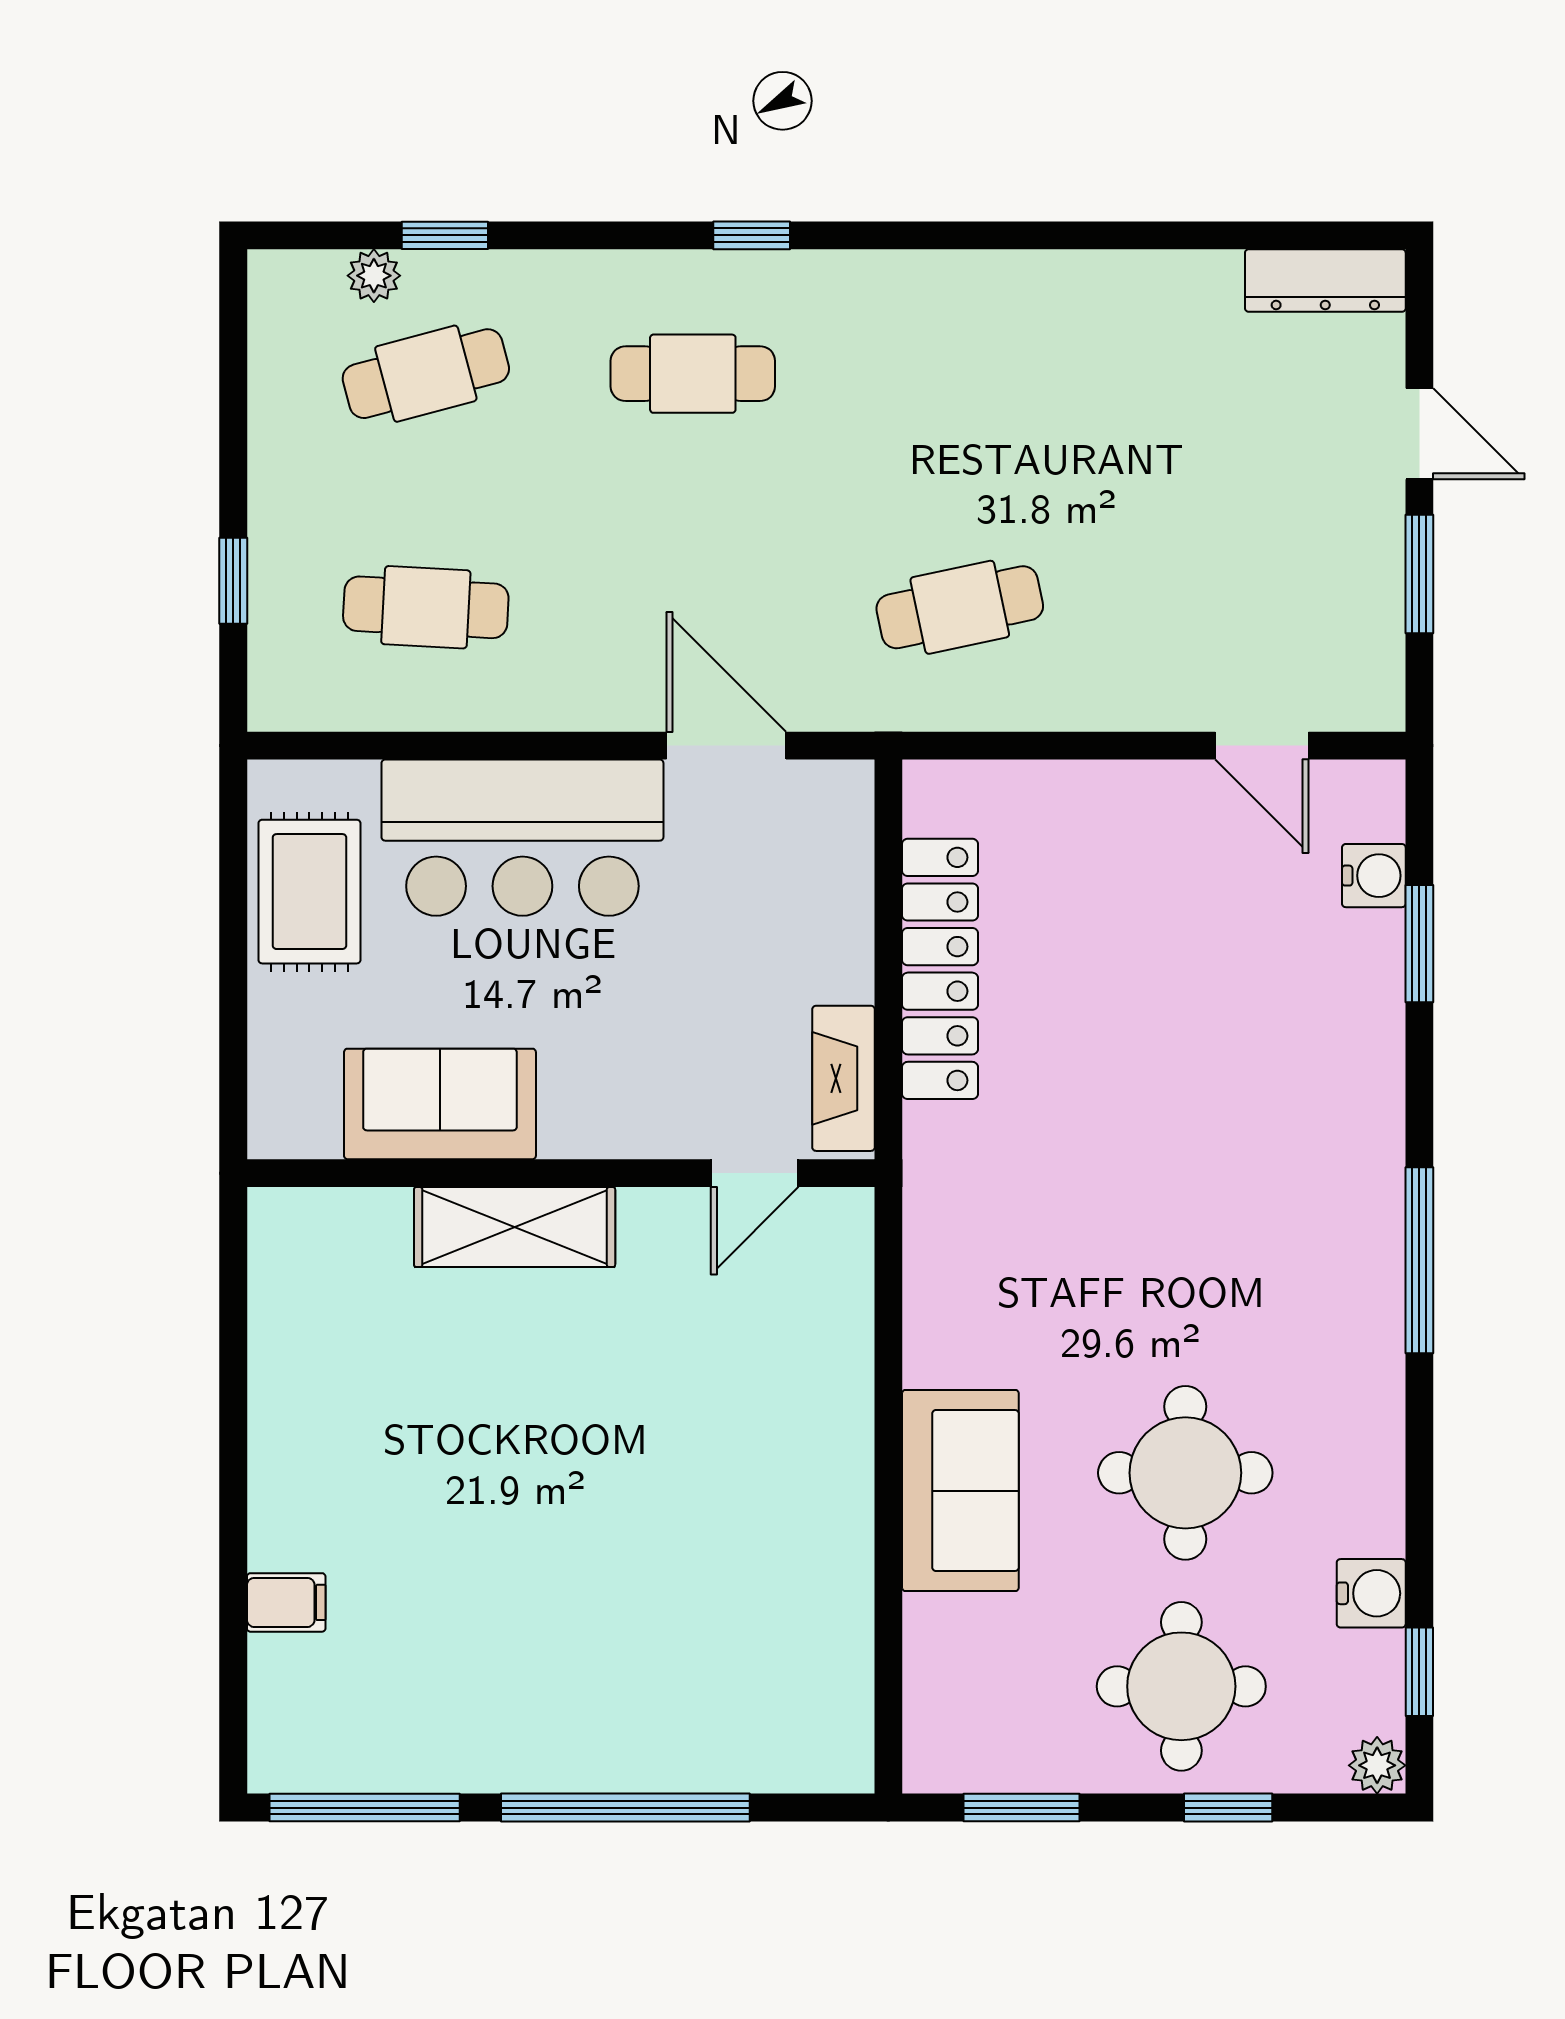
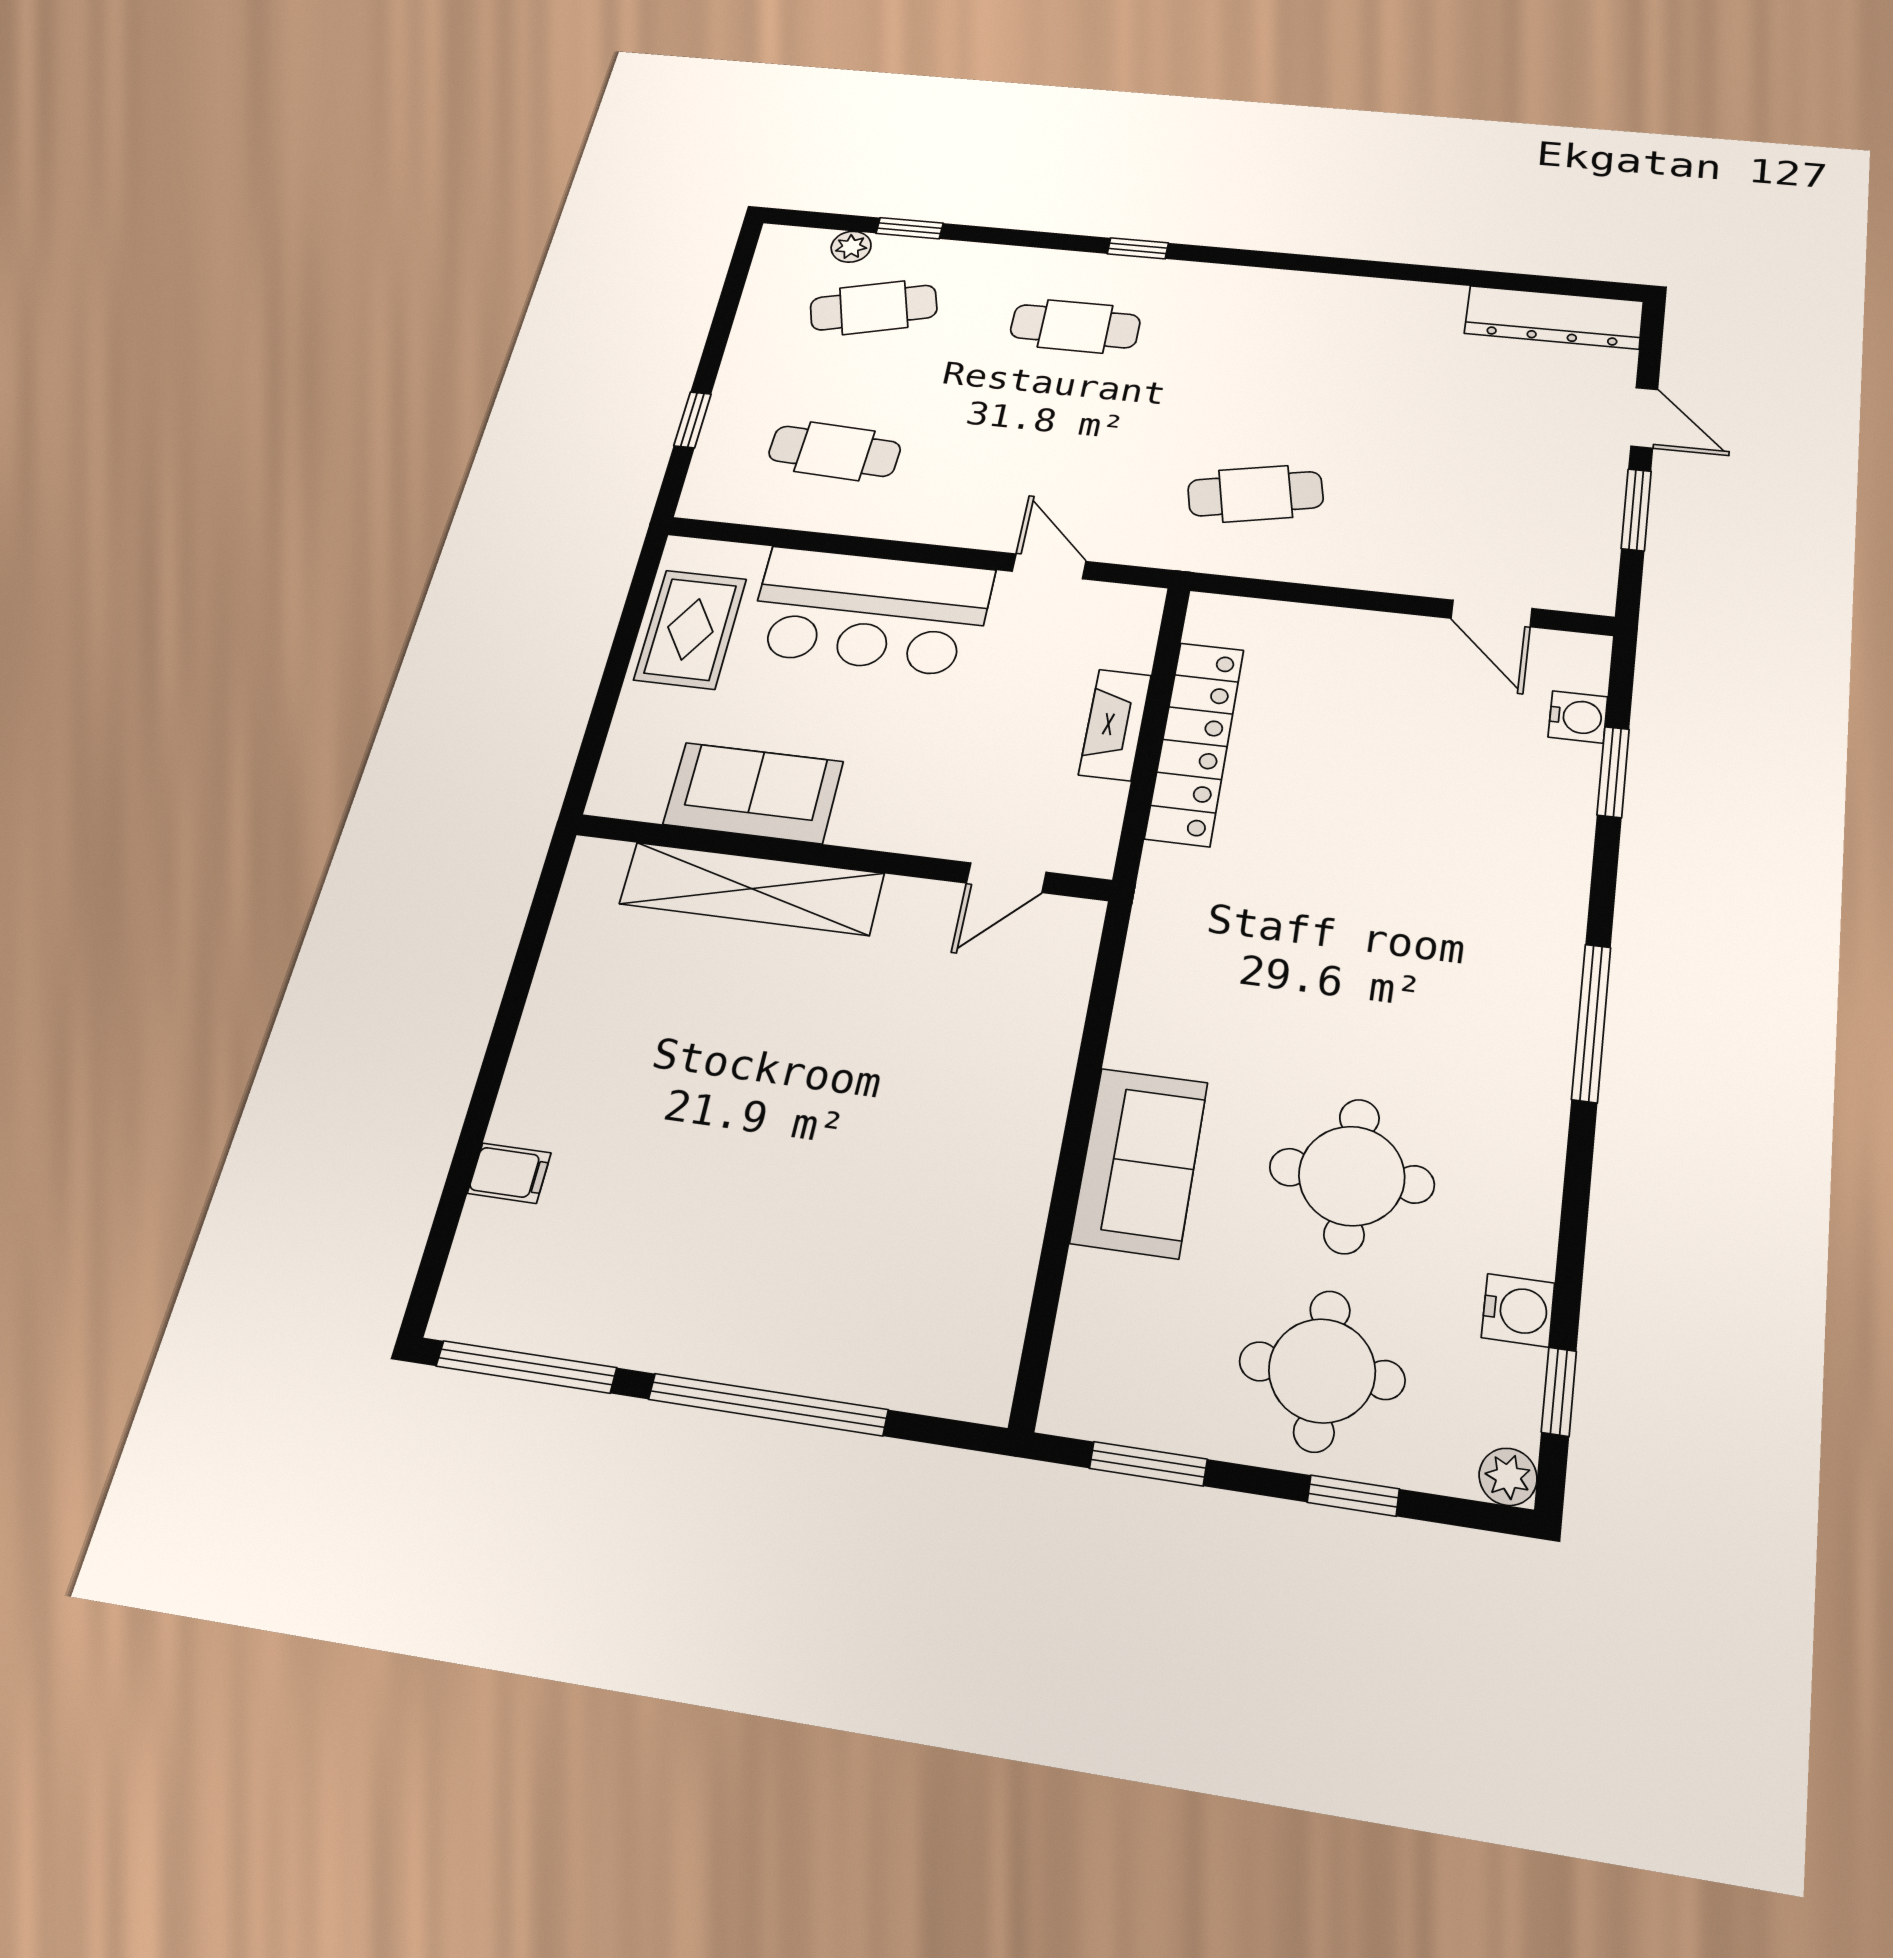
dresser: (1325, 281) -> (1554, 317), width x1.37, depth x1.24
door: (726, 746) -> (1049, 566), width x0.73
fireplace: (844, 1078) -> (1115, 725), moved
shelving: (515, 1227) -> (752, 889), width x1.47

